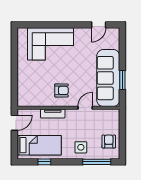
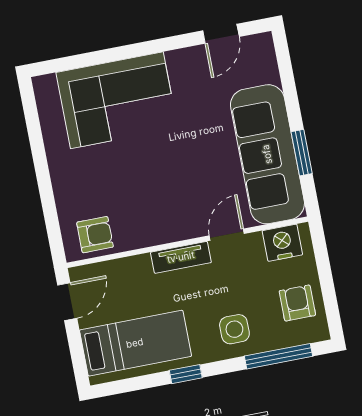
armchair: (61, 90) -> (95, 235), moved
tv unit: (53, 114) -> (181, 257), moved
nightstand: (107, 116) -> (282, 243), added
window: (44, 162) -> (186, 374), moved

